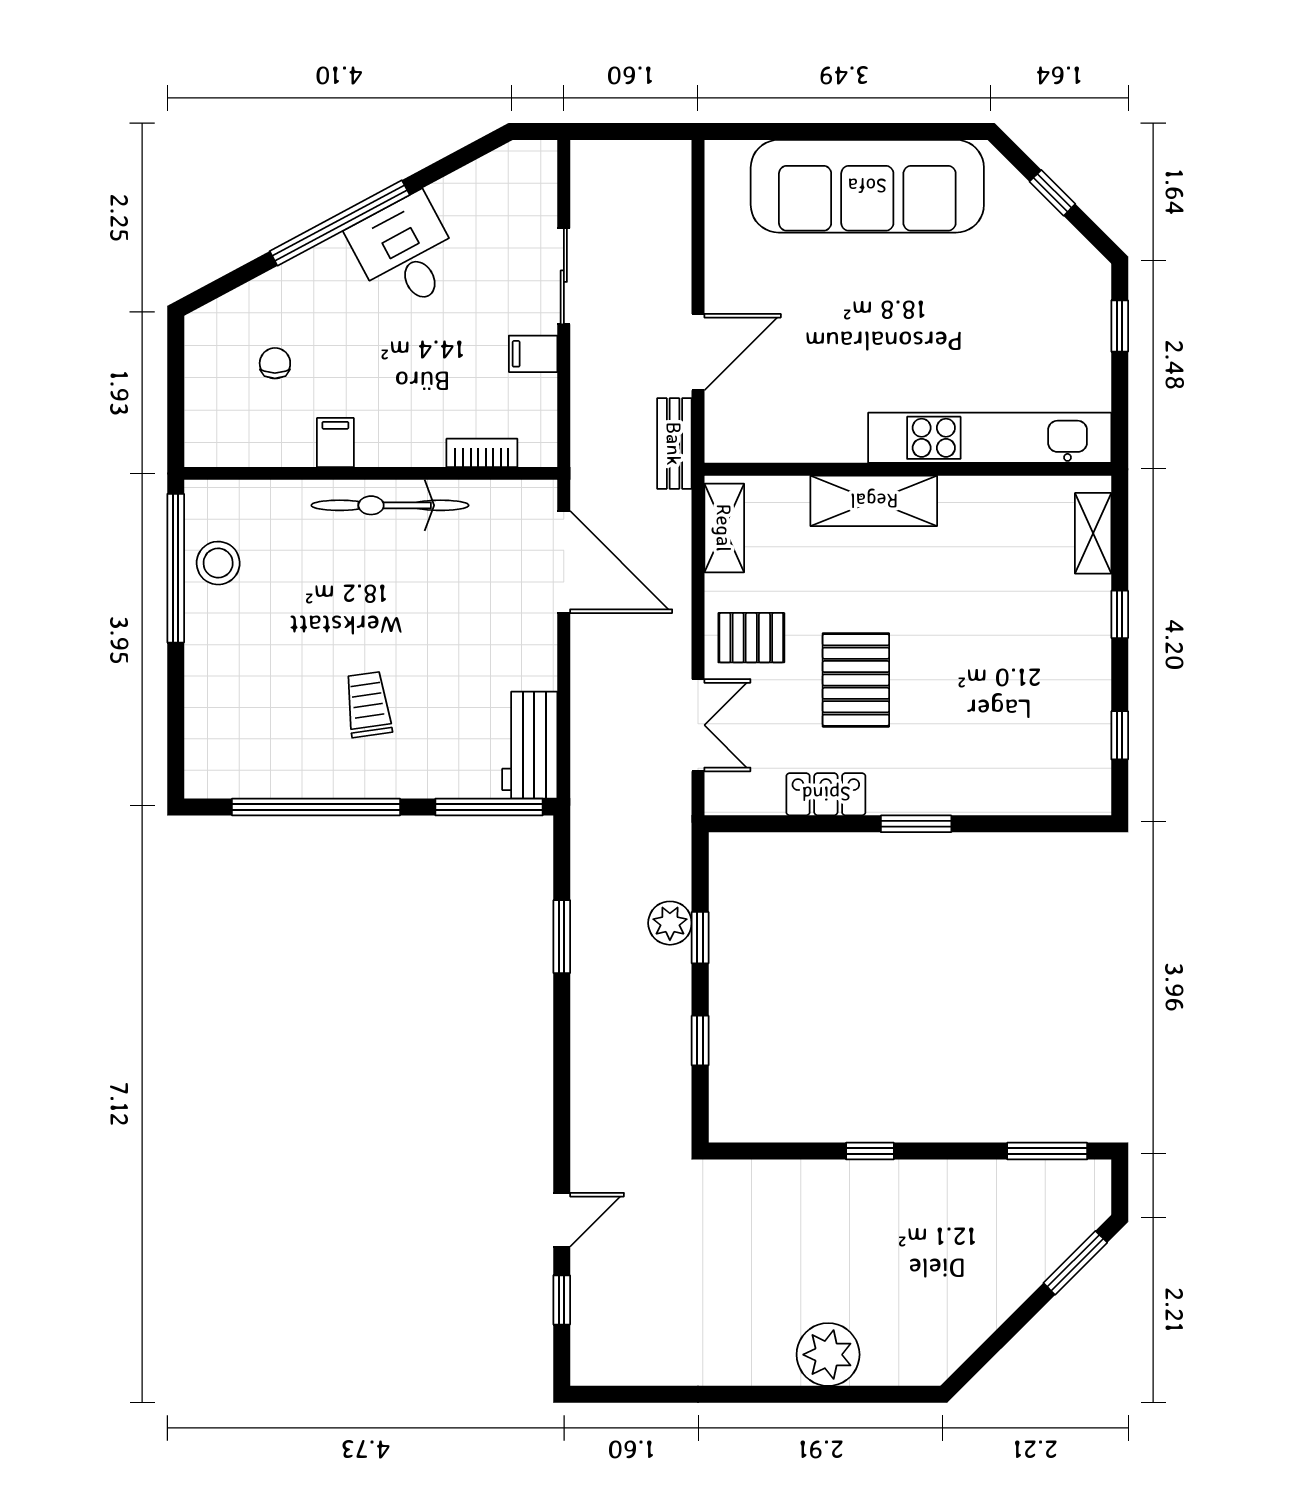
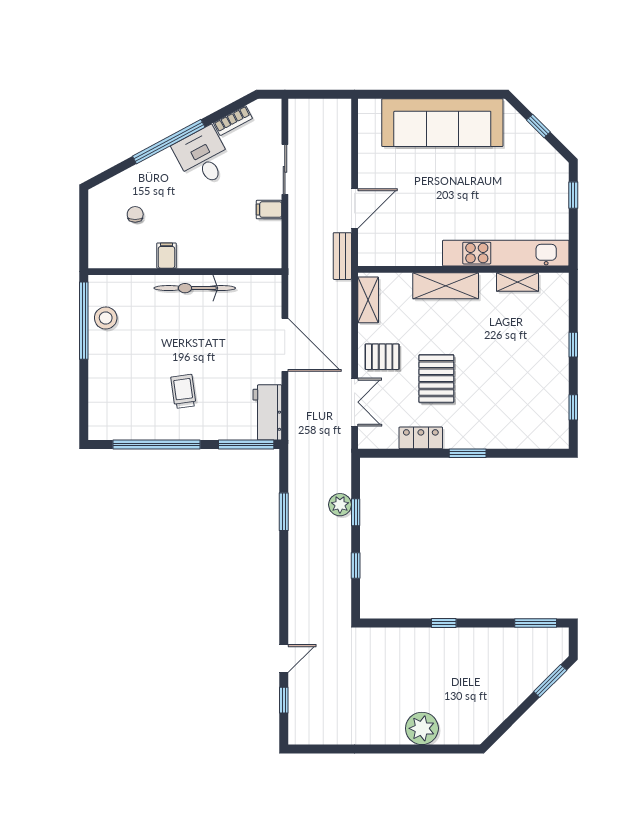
bookcase: (482, 453) -> (233, 121), moved, turned 152
shelving: (1093, 533) -> (518, 282), moved, turned 90
door: (564, 562) -> (285, 345), moved

